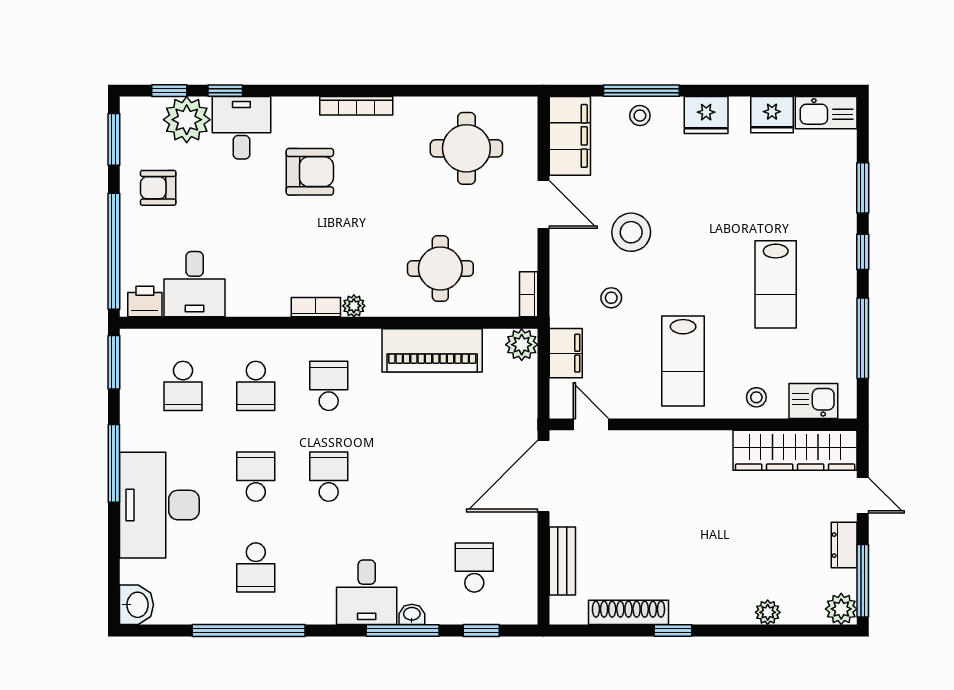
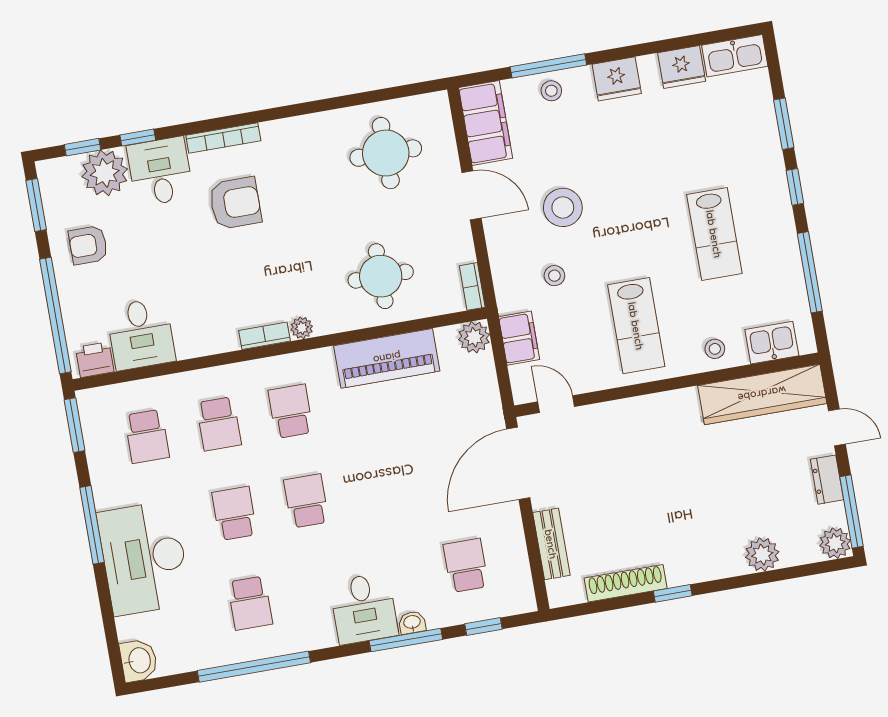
bookcase: (356, 106) -> (223, 138), moved
plant: (768, 612) -> (762, 555), width x1.38, depth x1.38

